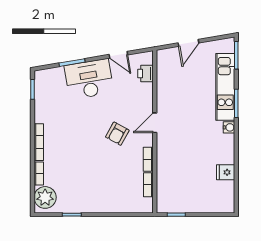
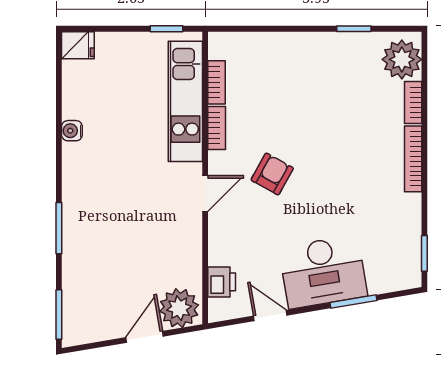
plant: (169, 59) -> (179, 308), added
kitchen unit: (225, 87) -> (185, 101), moved, turned 180
water cooler: (229, 127) -> (72, 131), moved
fridge: (226, 172) -> (78, 45), moved

